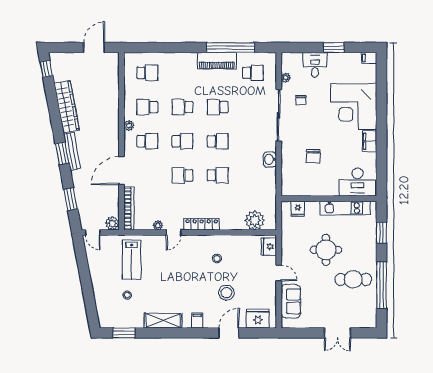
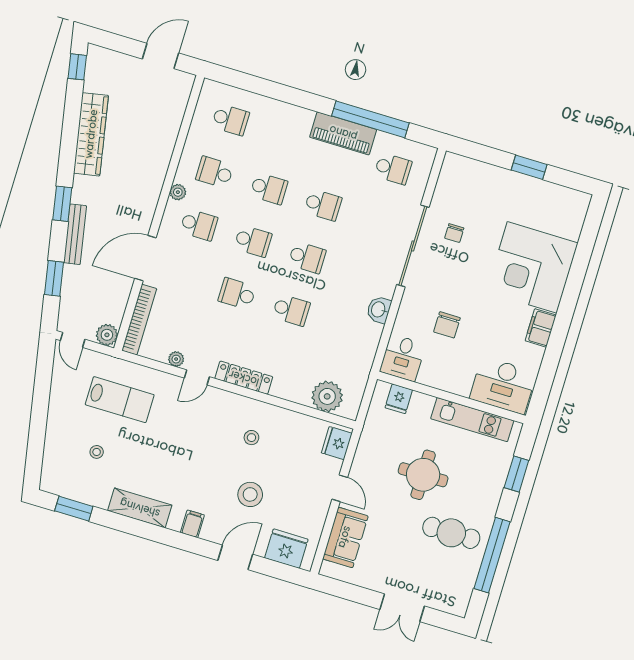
filing cabinet: (369, 58) -> (579, 200), removed
desk: (315, 65) -> (403, 358), moved, turned 180
plant: (286, 78) -> (441, 191), removed
school desk: (182, 107) -> (269, 189), turned 180
school desk: (218, 107) -> (323, 205), turned 180
bench: (72, 151) -> (75, 234), moved
lab bench: (132, 260) -> (120, 400), turned -90

